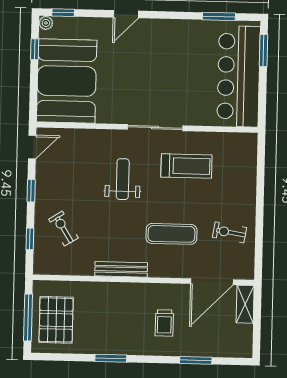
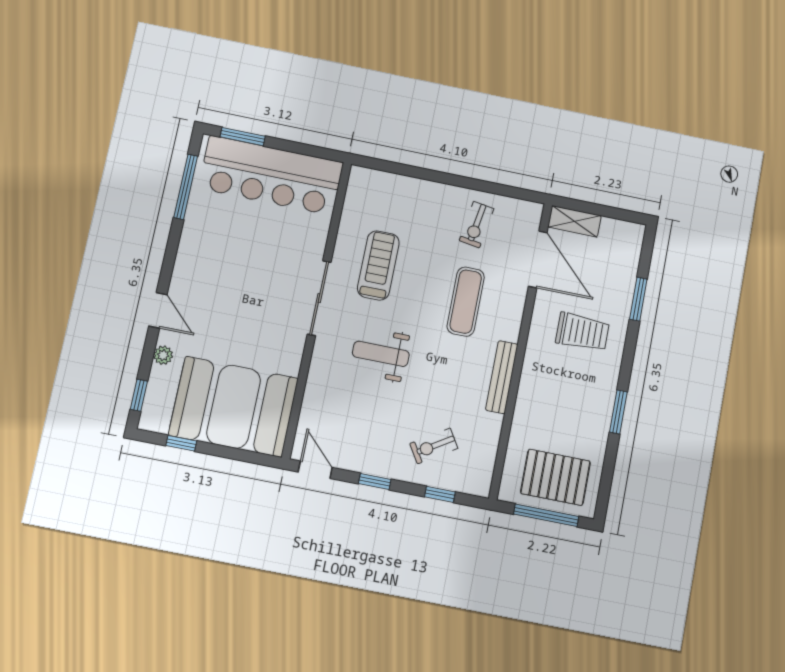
window: (219, 16) -> (186, 187), width x1.44
plant: (46, 23) -> (163, 355), moved
trolley: (164, 323) -> (582, 332), width x1.36, depth x1.39

